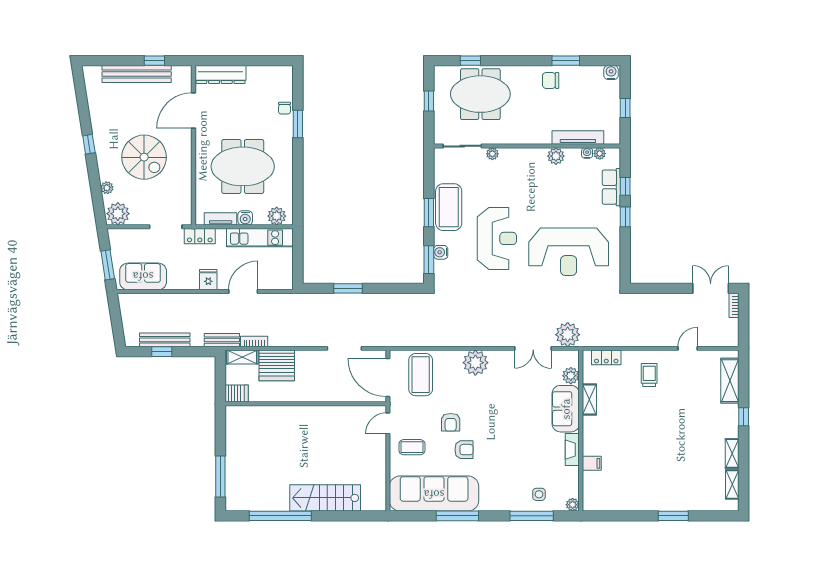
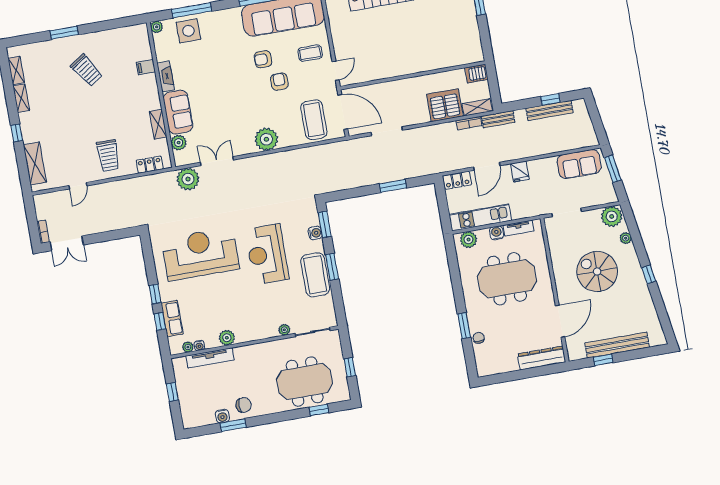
water cooler: (611, 73) -> (222, 416), moved
locker: (200, 236) -> (457, 180), moved, turned 180
trolley: (649, 375) -> (108, 156), width x1.36, depth x1.39
trolley: (656, 471) -> (87, 70), added
side table: (539, 494) -> (188, 31), width x1.87, depth x1.87

